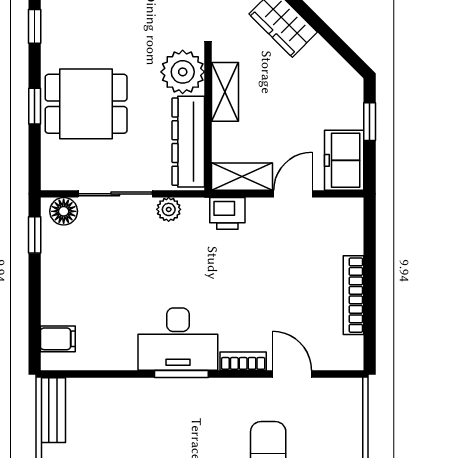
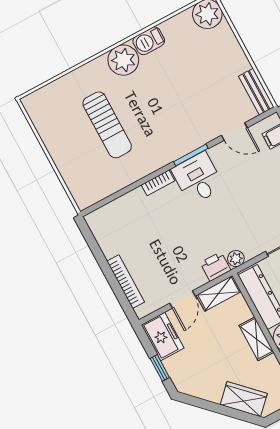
plant: (169, 209) -> (236, 259), moved
bookcase: (353, 295) -> (126, 282), moved
desk: (178, 339) -> (198, 178), width x0.73
door: (292, 374) -> (234, 132), moved

